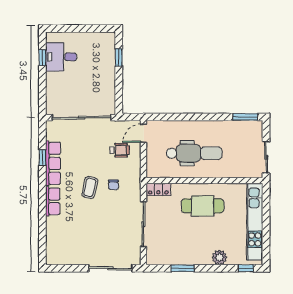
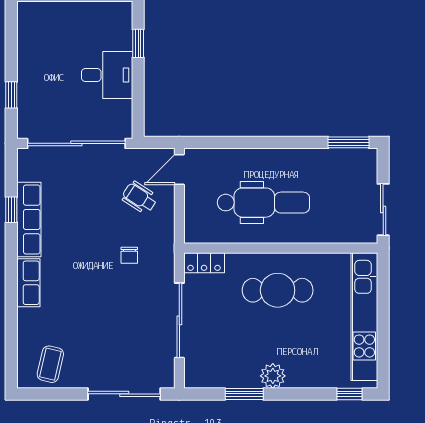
desk: (61, 57) -> (107, 75), moved, turned 180
window: (42, 58) -> (11, 95), moved
wheelchair: (120, 150) -> (140, 198), turned -147
coffee table: (90, 187) -> (50, 364), moved
plant: (219, 257) -> (273, 376), moved

